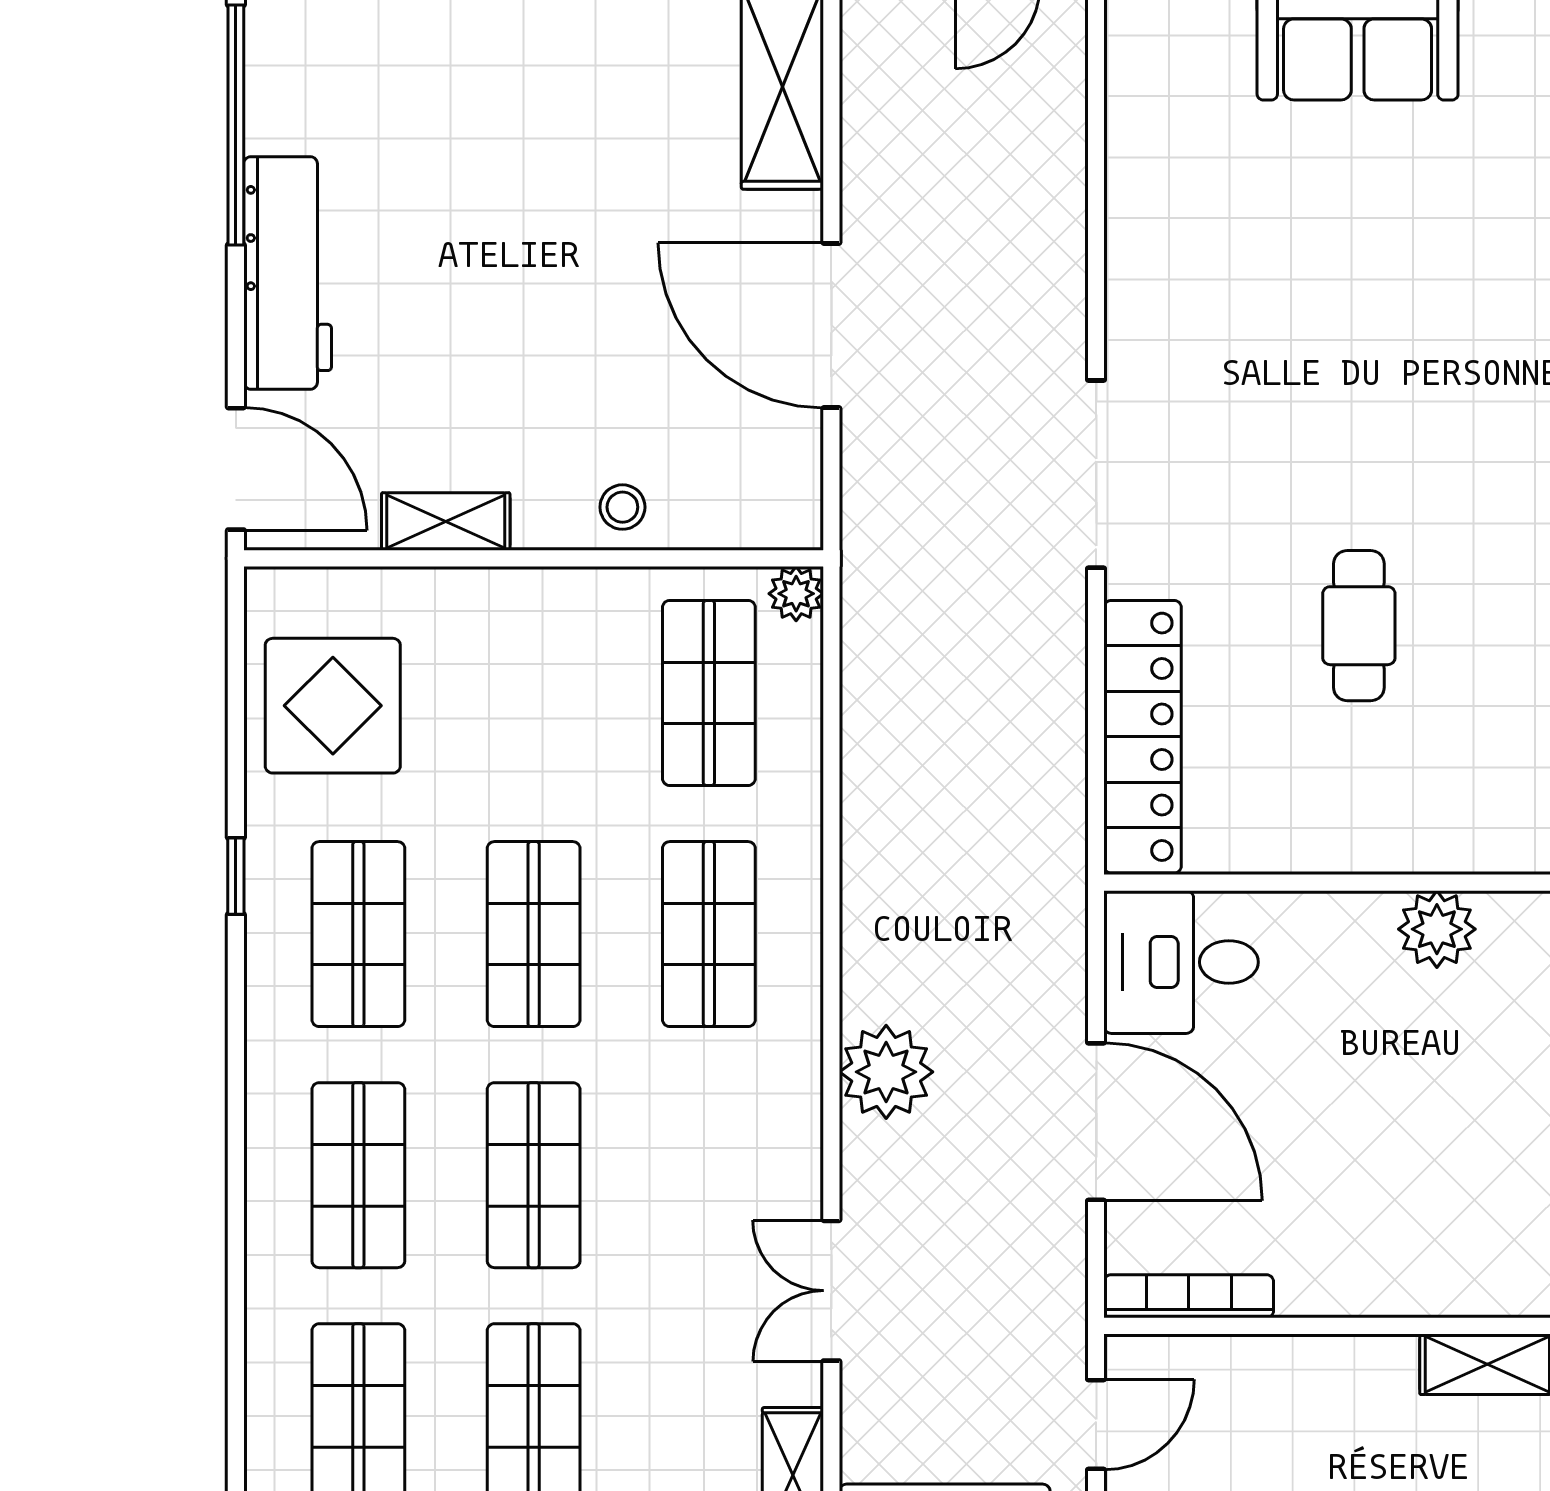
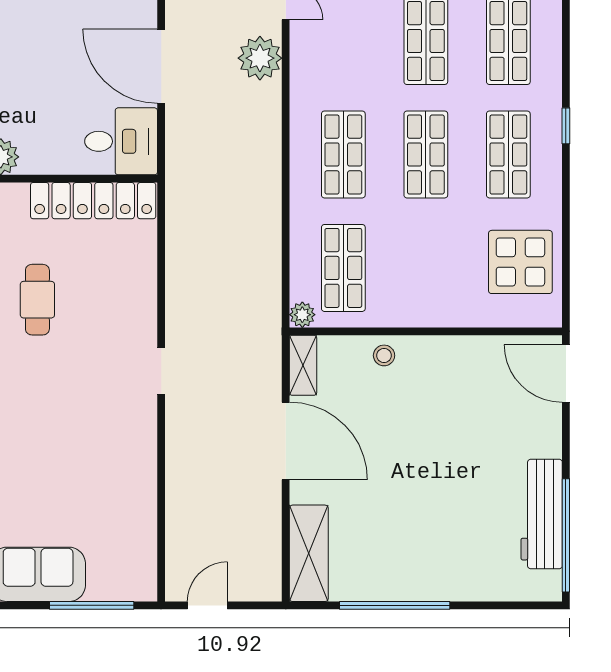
workbench: (288, 273) -> (542, 514), moved
doorway: (1096, 474) -> (161, 371), width x0.53
shelving: (446, 522) -> (303, 365), moved, turned 90
locker: (1143, 737) -> (93, 201), moved, turned -90
window: (236, 876) -> (566, 126), moved
plant: (886, 1072) -> (260, 58), moved

